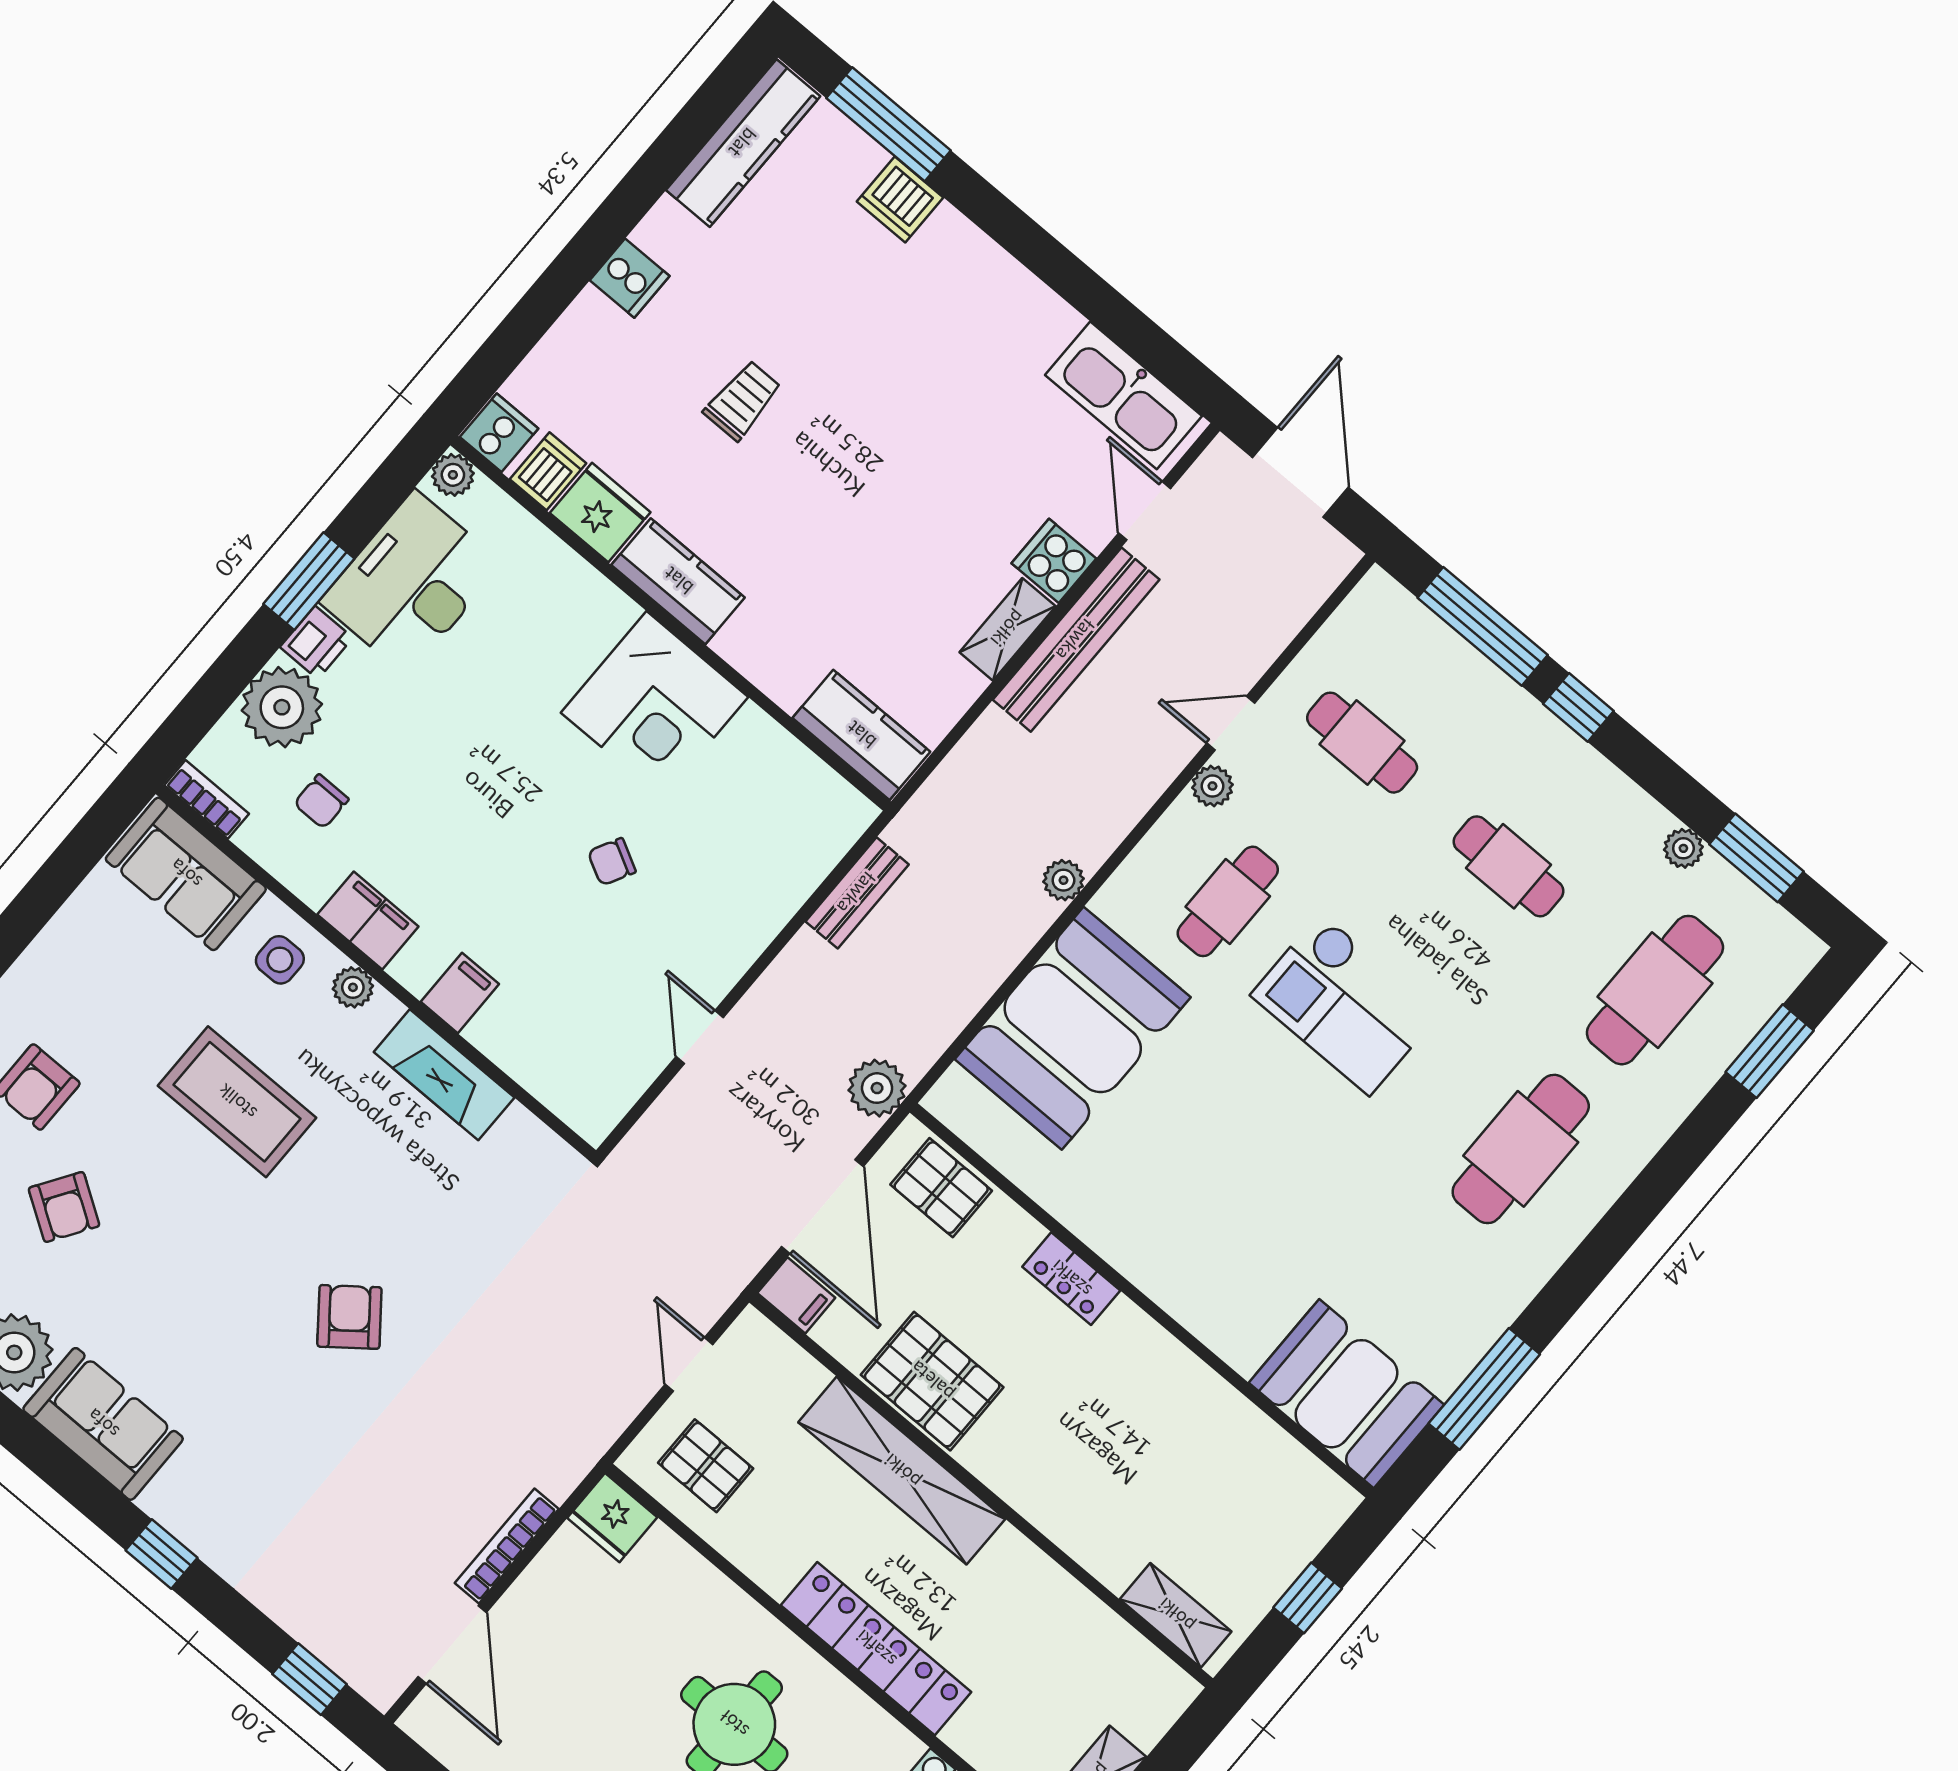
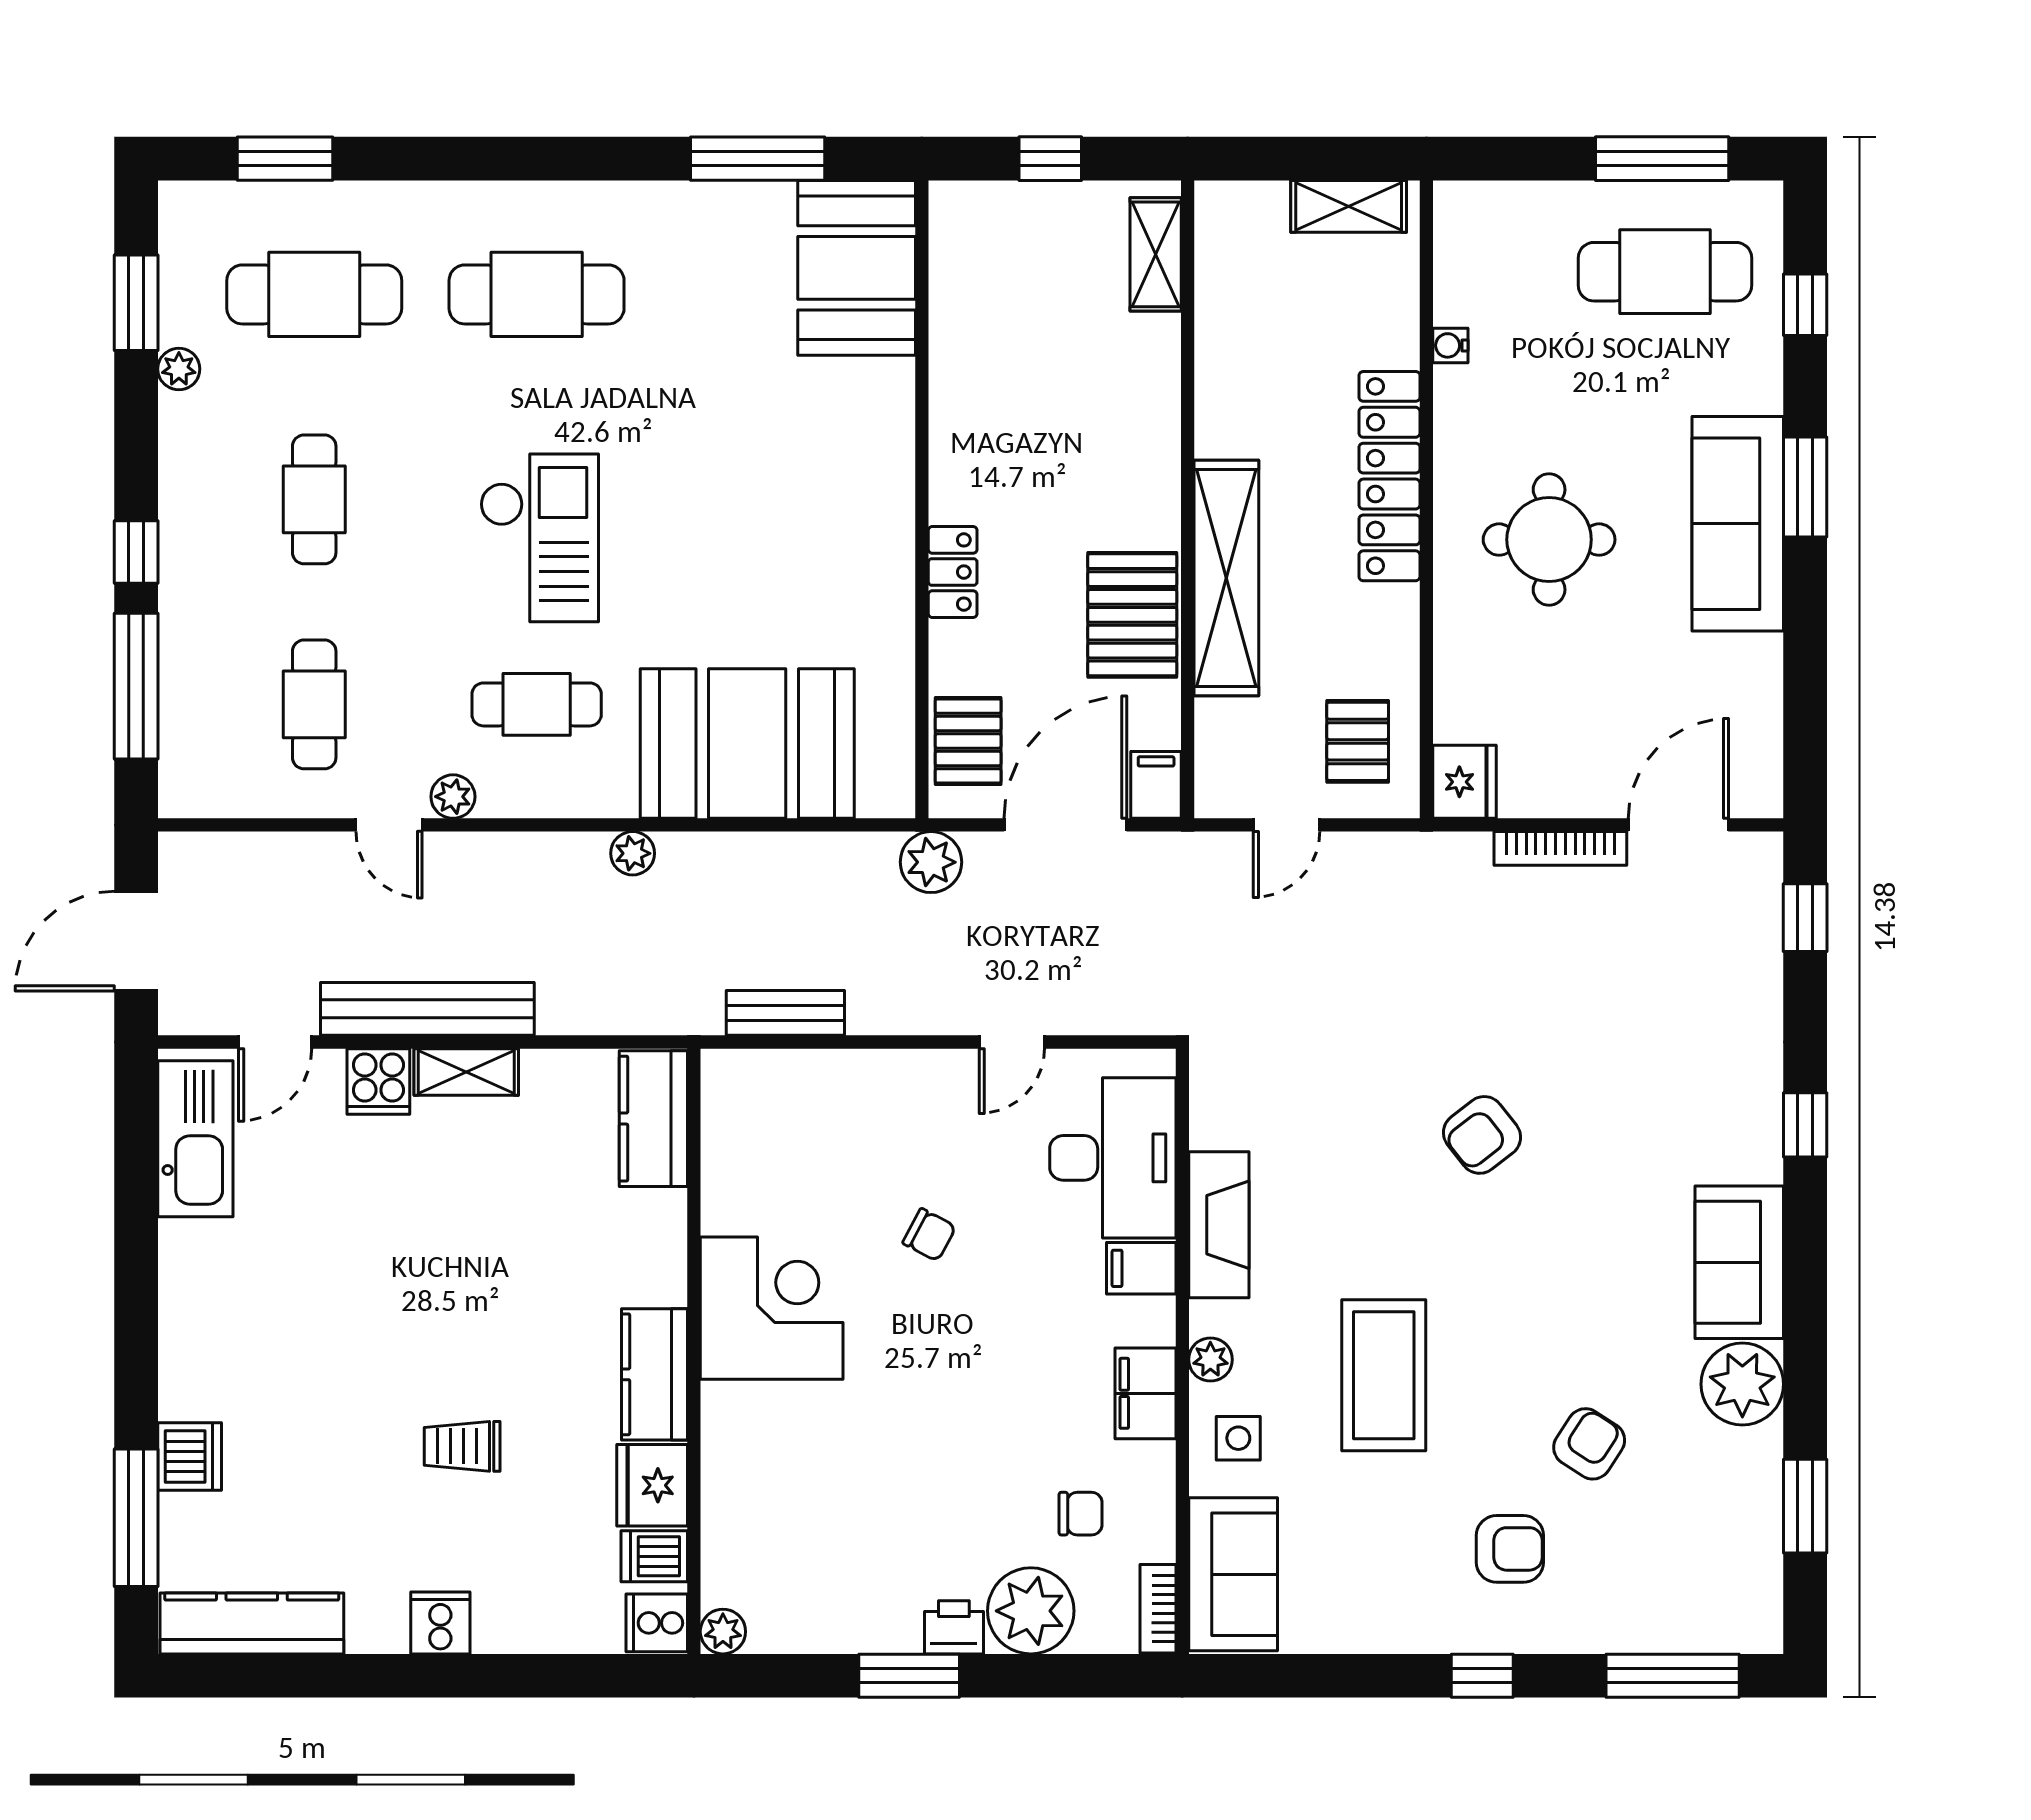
desk: (411, 583) -> (1113, 1158), moved, turned -90

